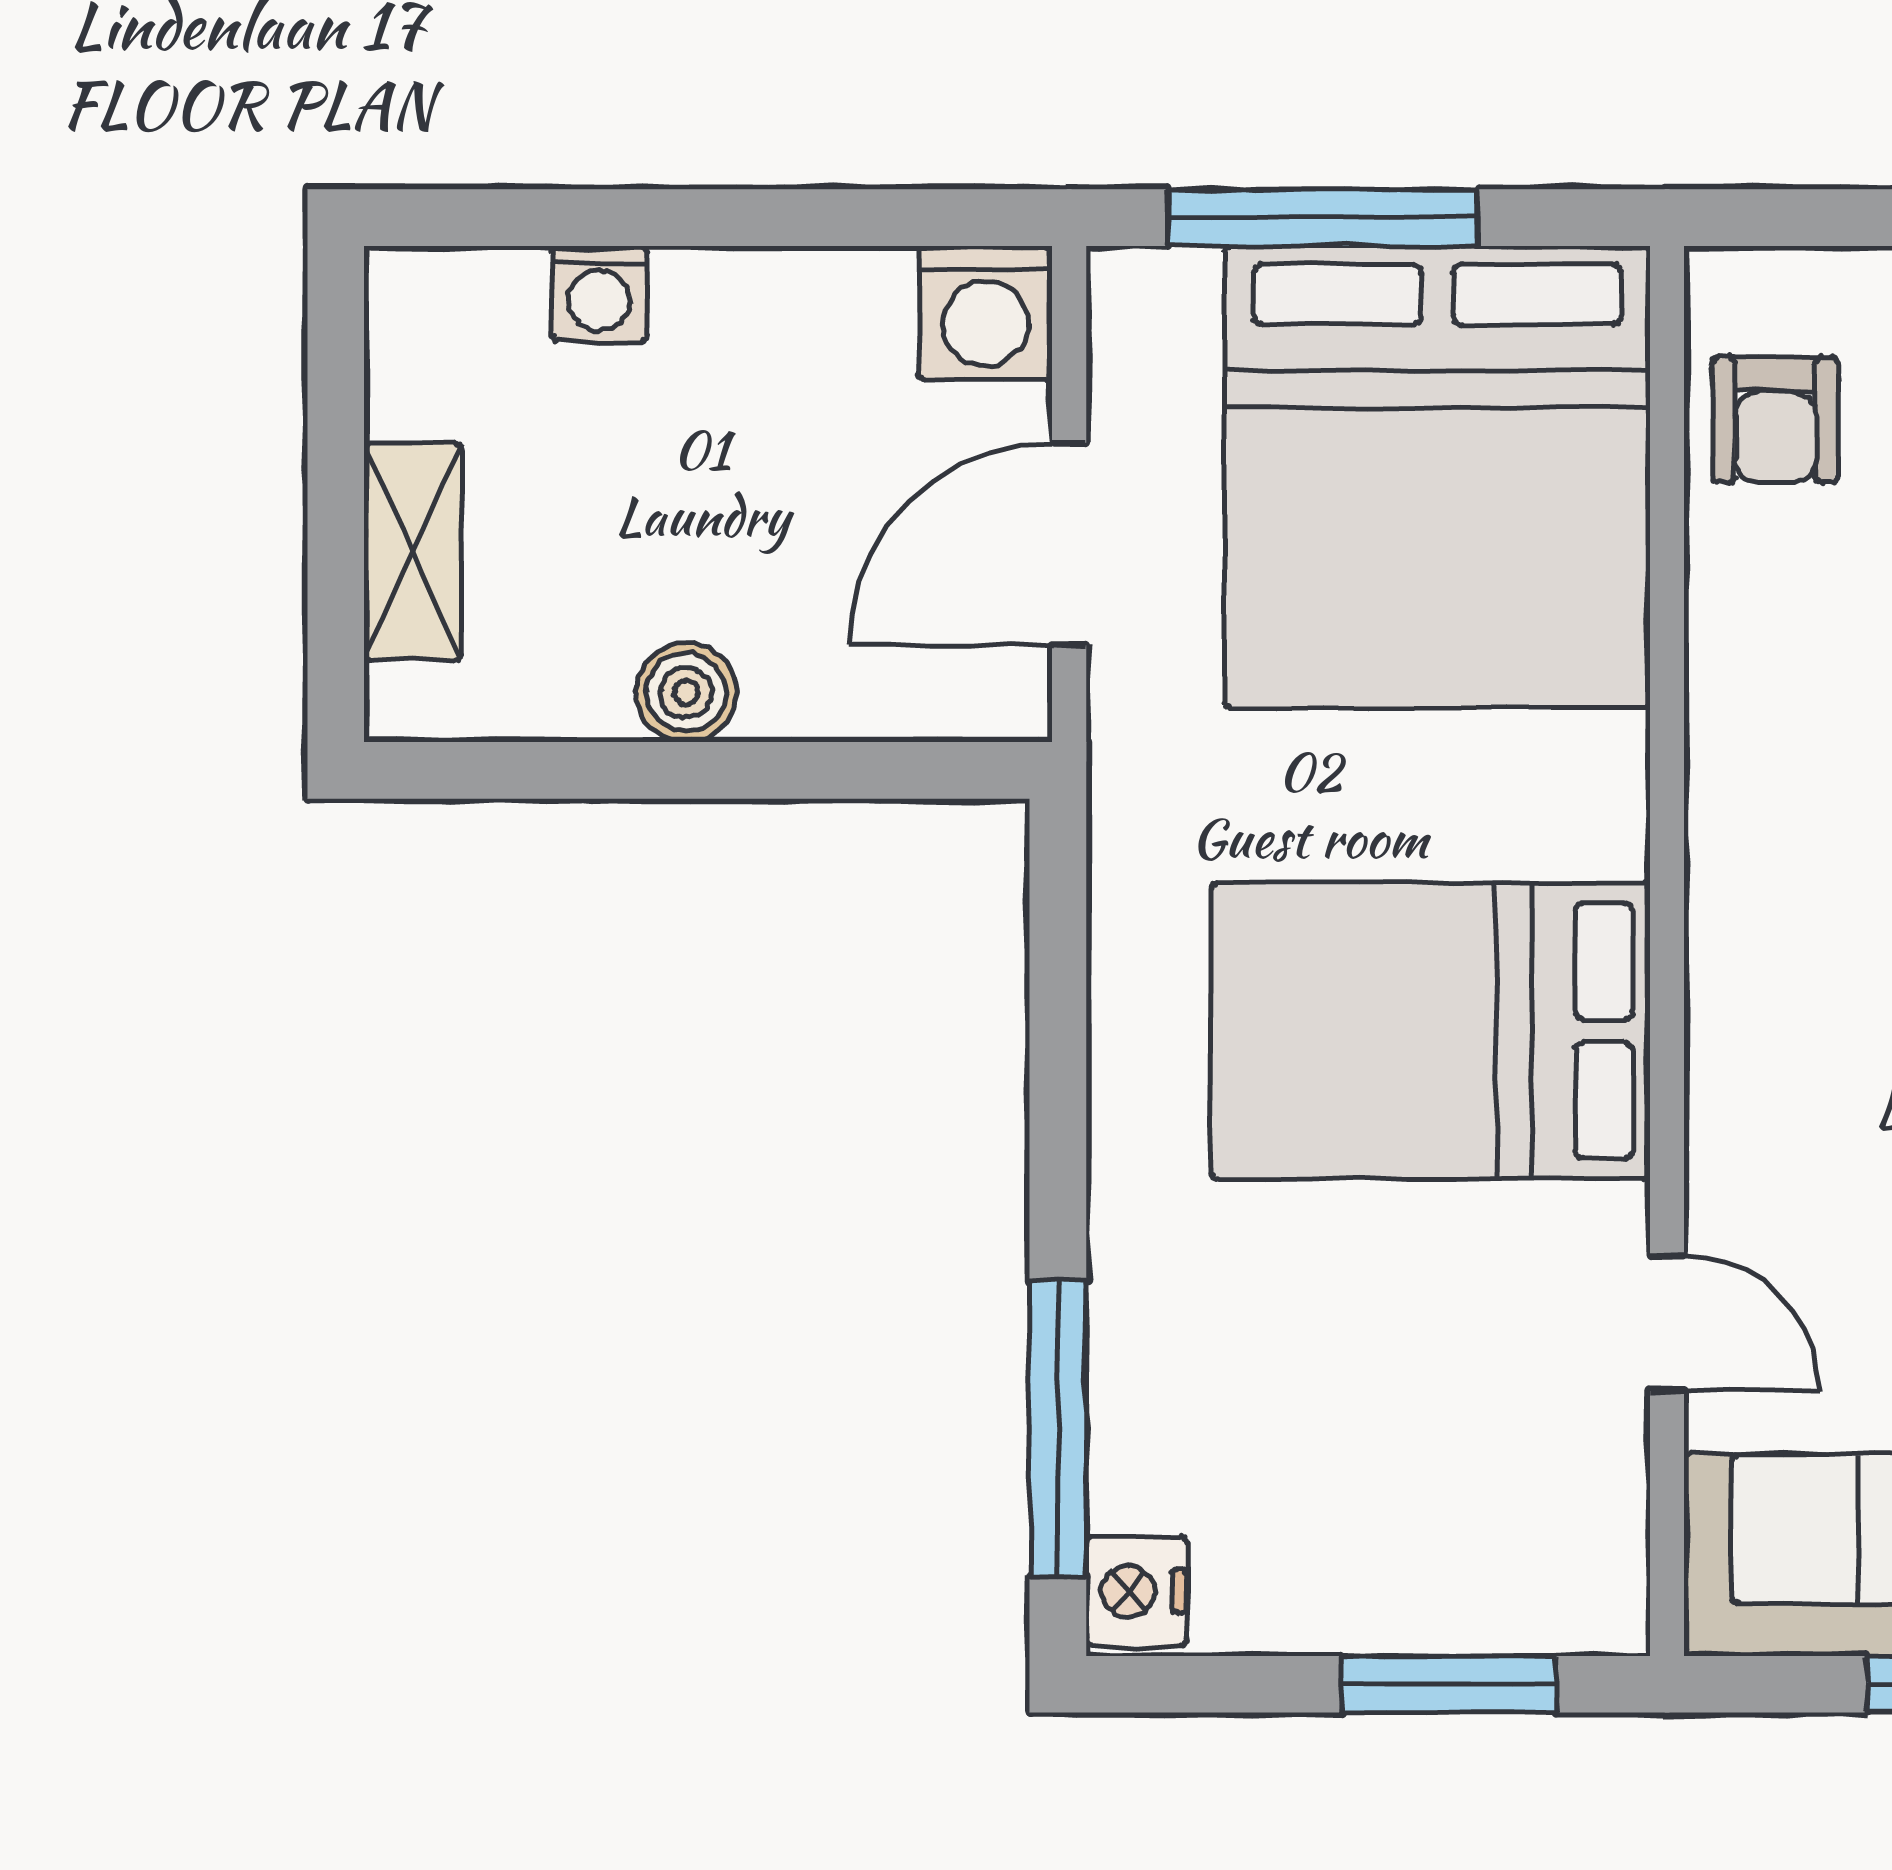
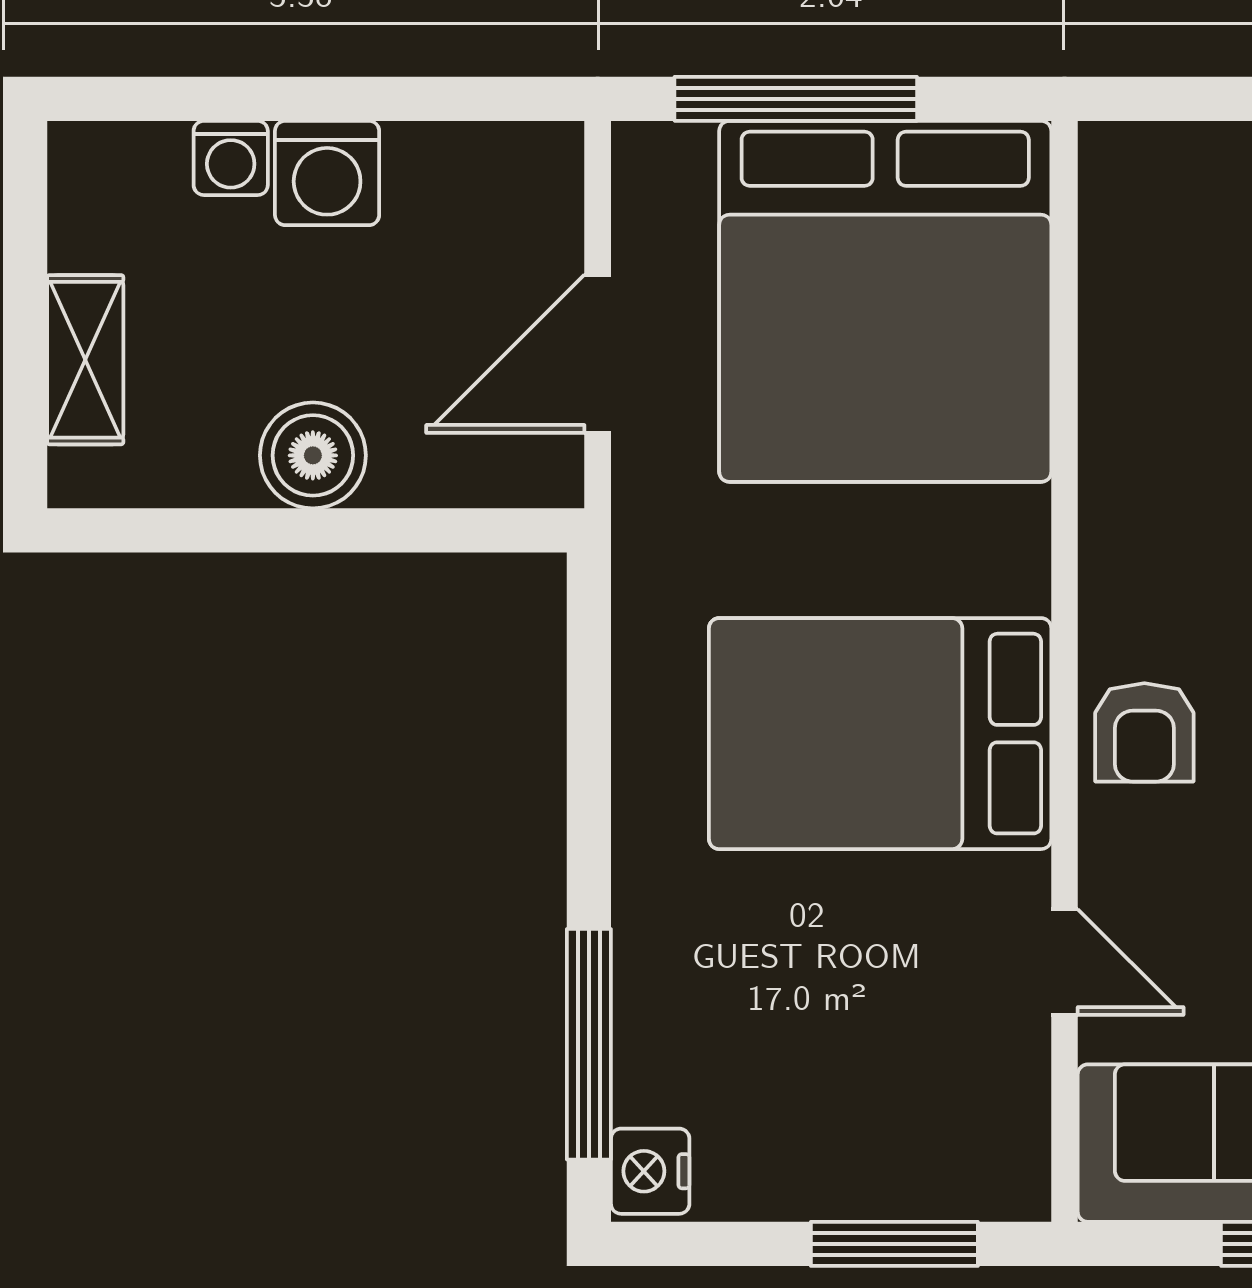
washing machine: (985, 313) -> (327, 173), moved
armchair: (1775, 420) -> (1144, 732), moved
boiler: (686, 692) -> (313, 455), width x1.36, depth x1.36

